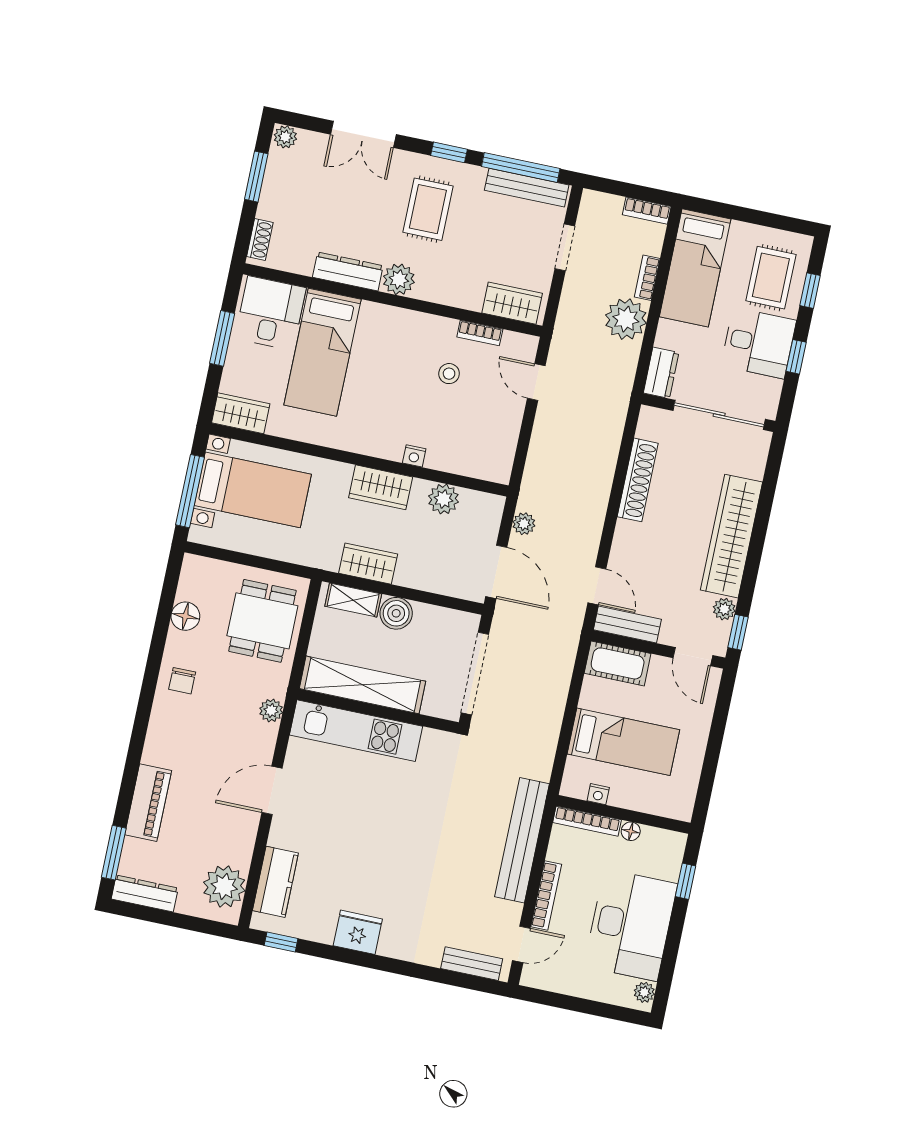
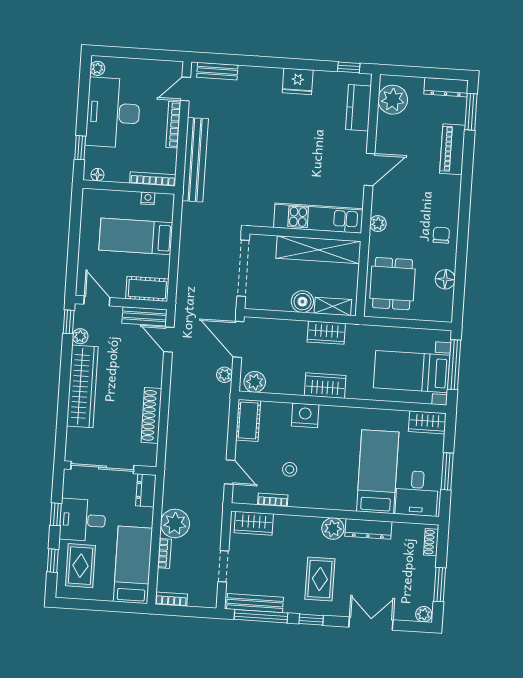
cot: (499, 453) -> (248, 420), added
nightstand: (414, 456) -> (305, 415), width x1.89, depth x1.79
plant: (444, 499) -> (255, 382), moved
floor lamp: (631, 831) -> (97, 175), moved

